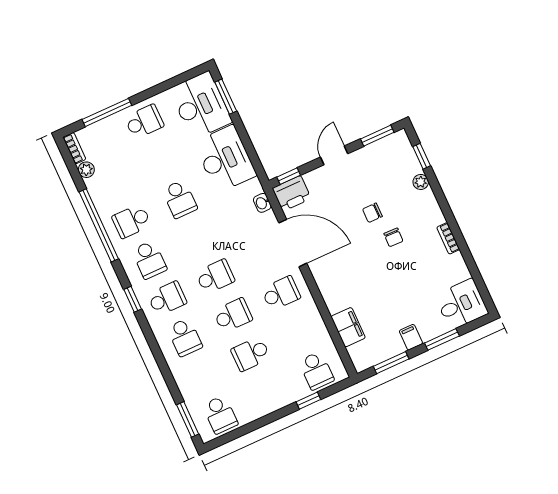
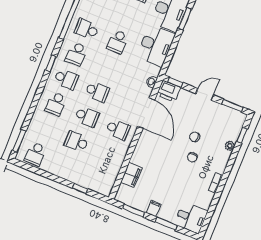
school desk: (316, 371) -> (97, 179), removed

